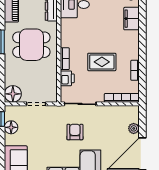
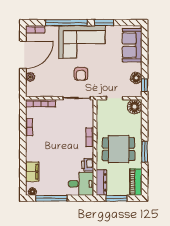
rug: (102, 62) -> (58, 134), removed
printer: (67, 78) -> (88, 165), moved

